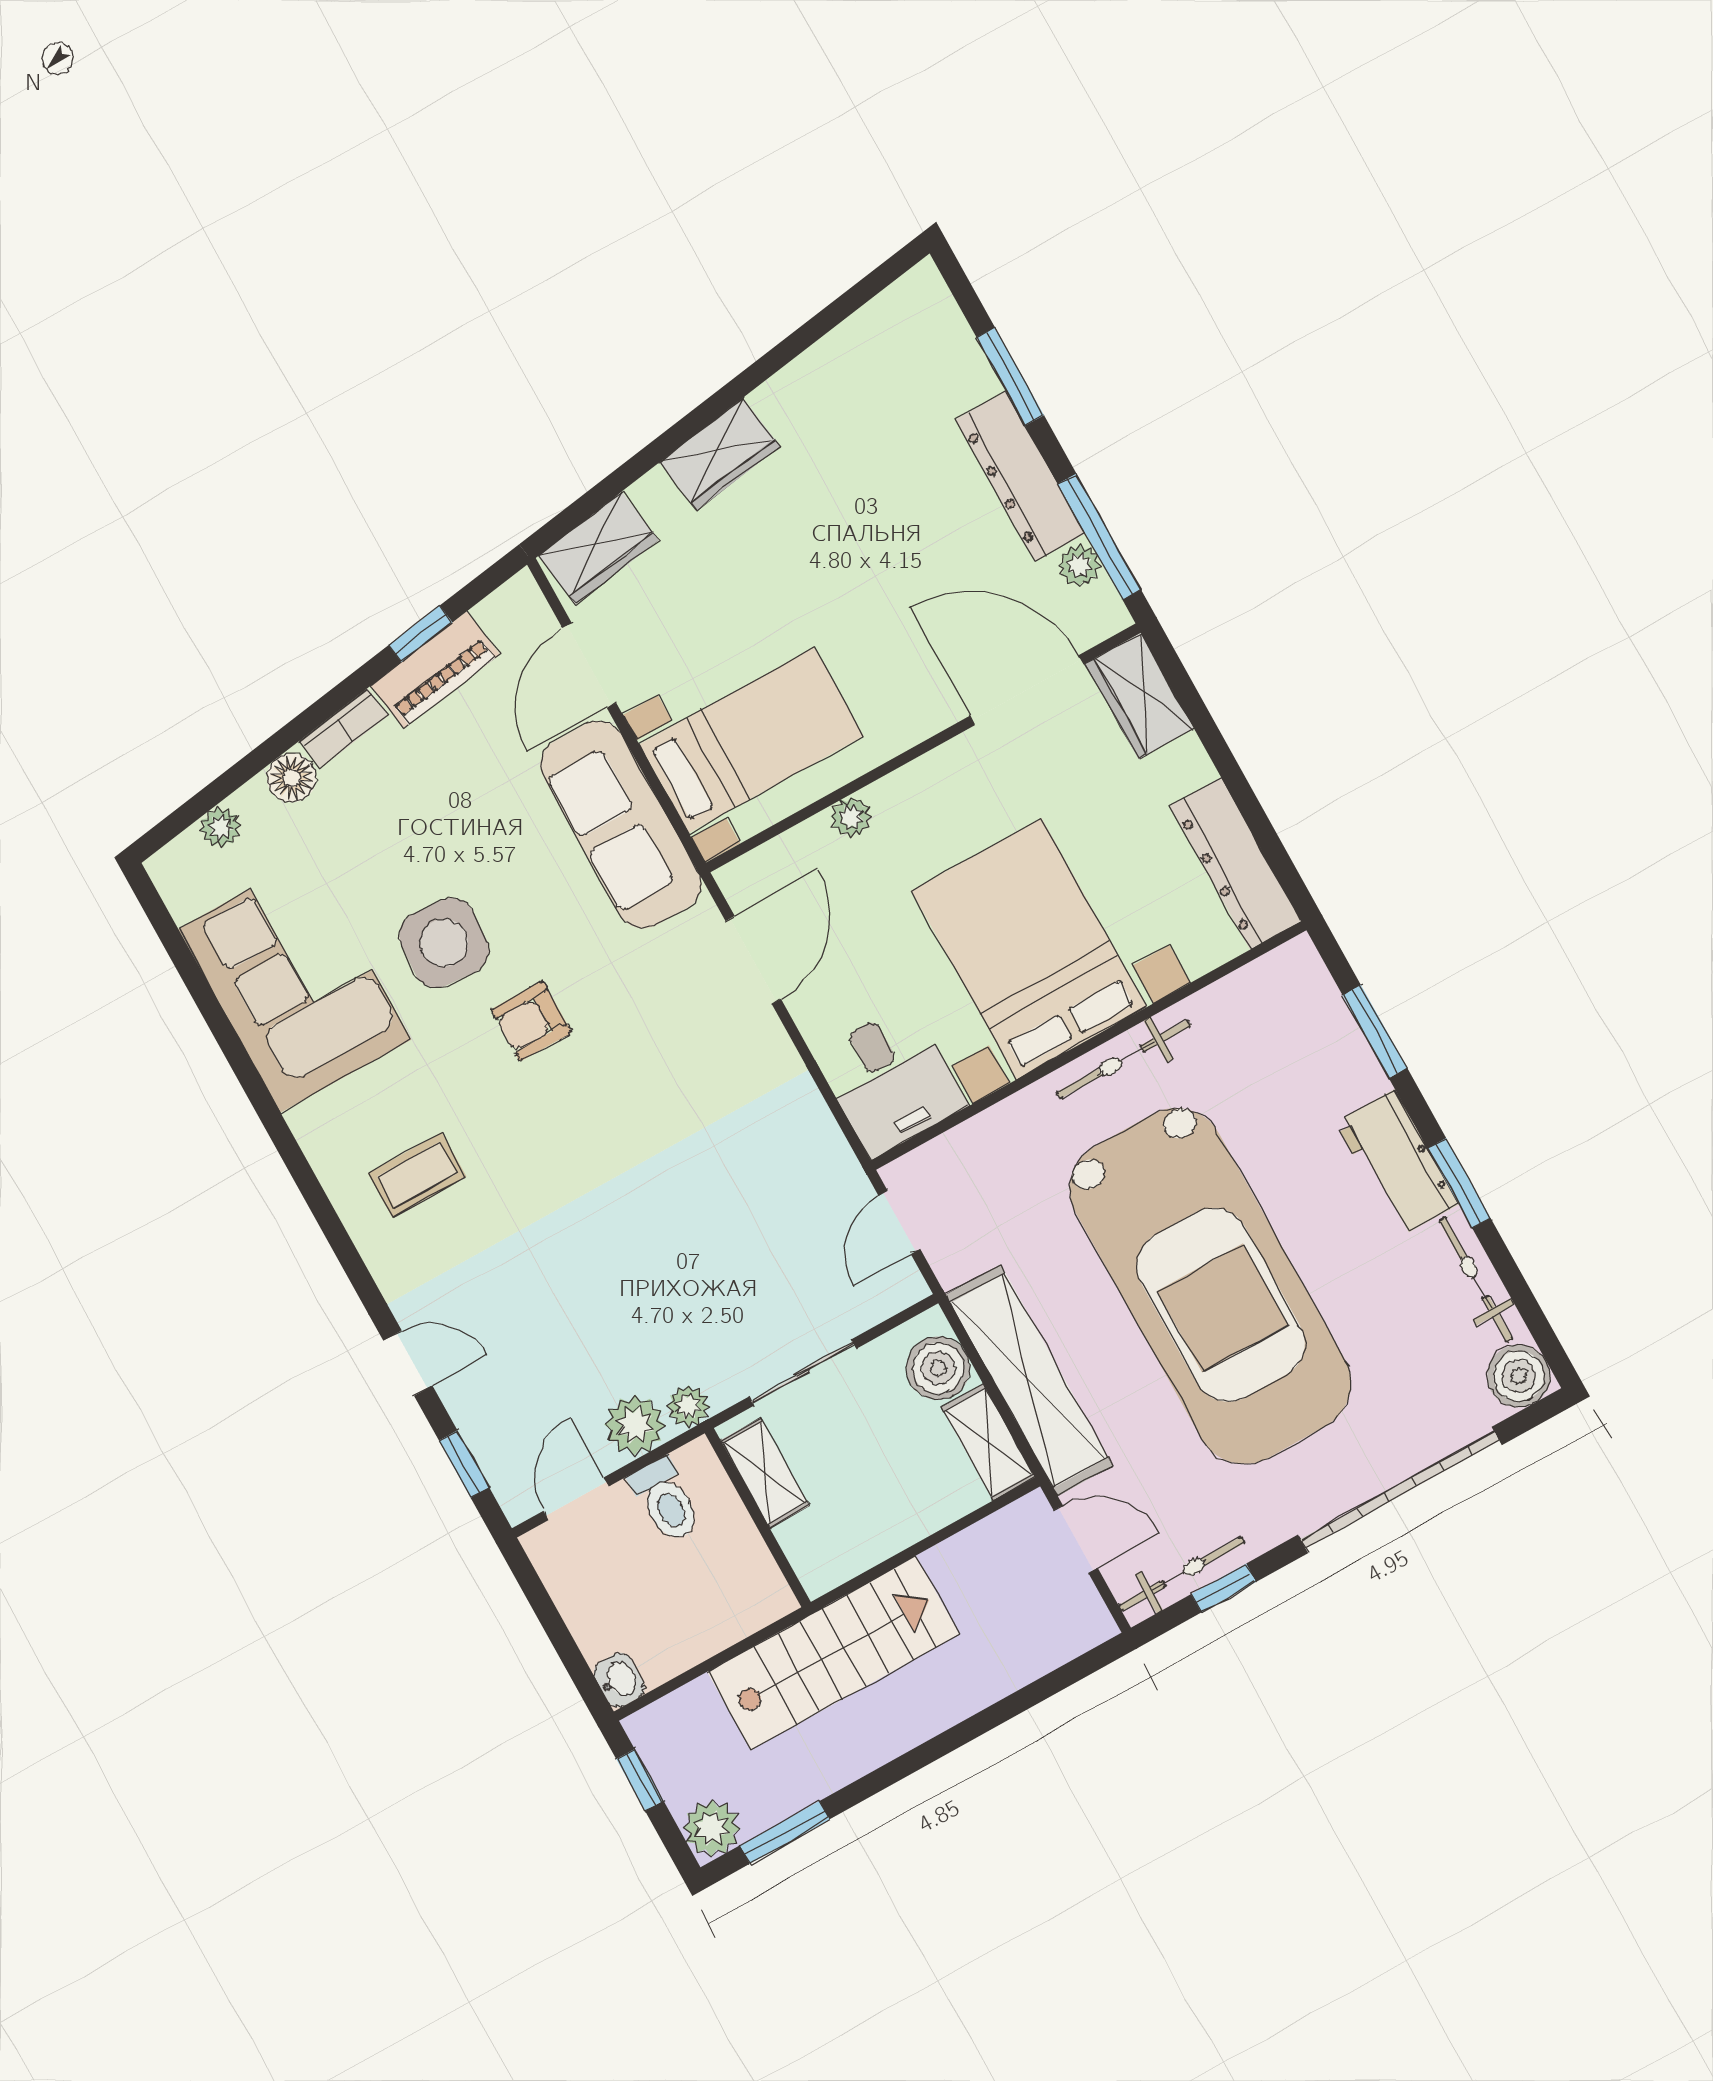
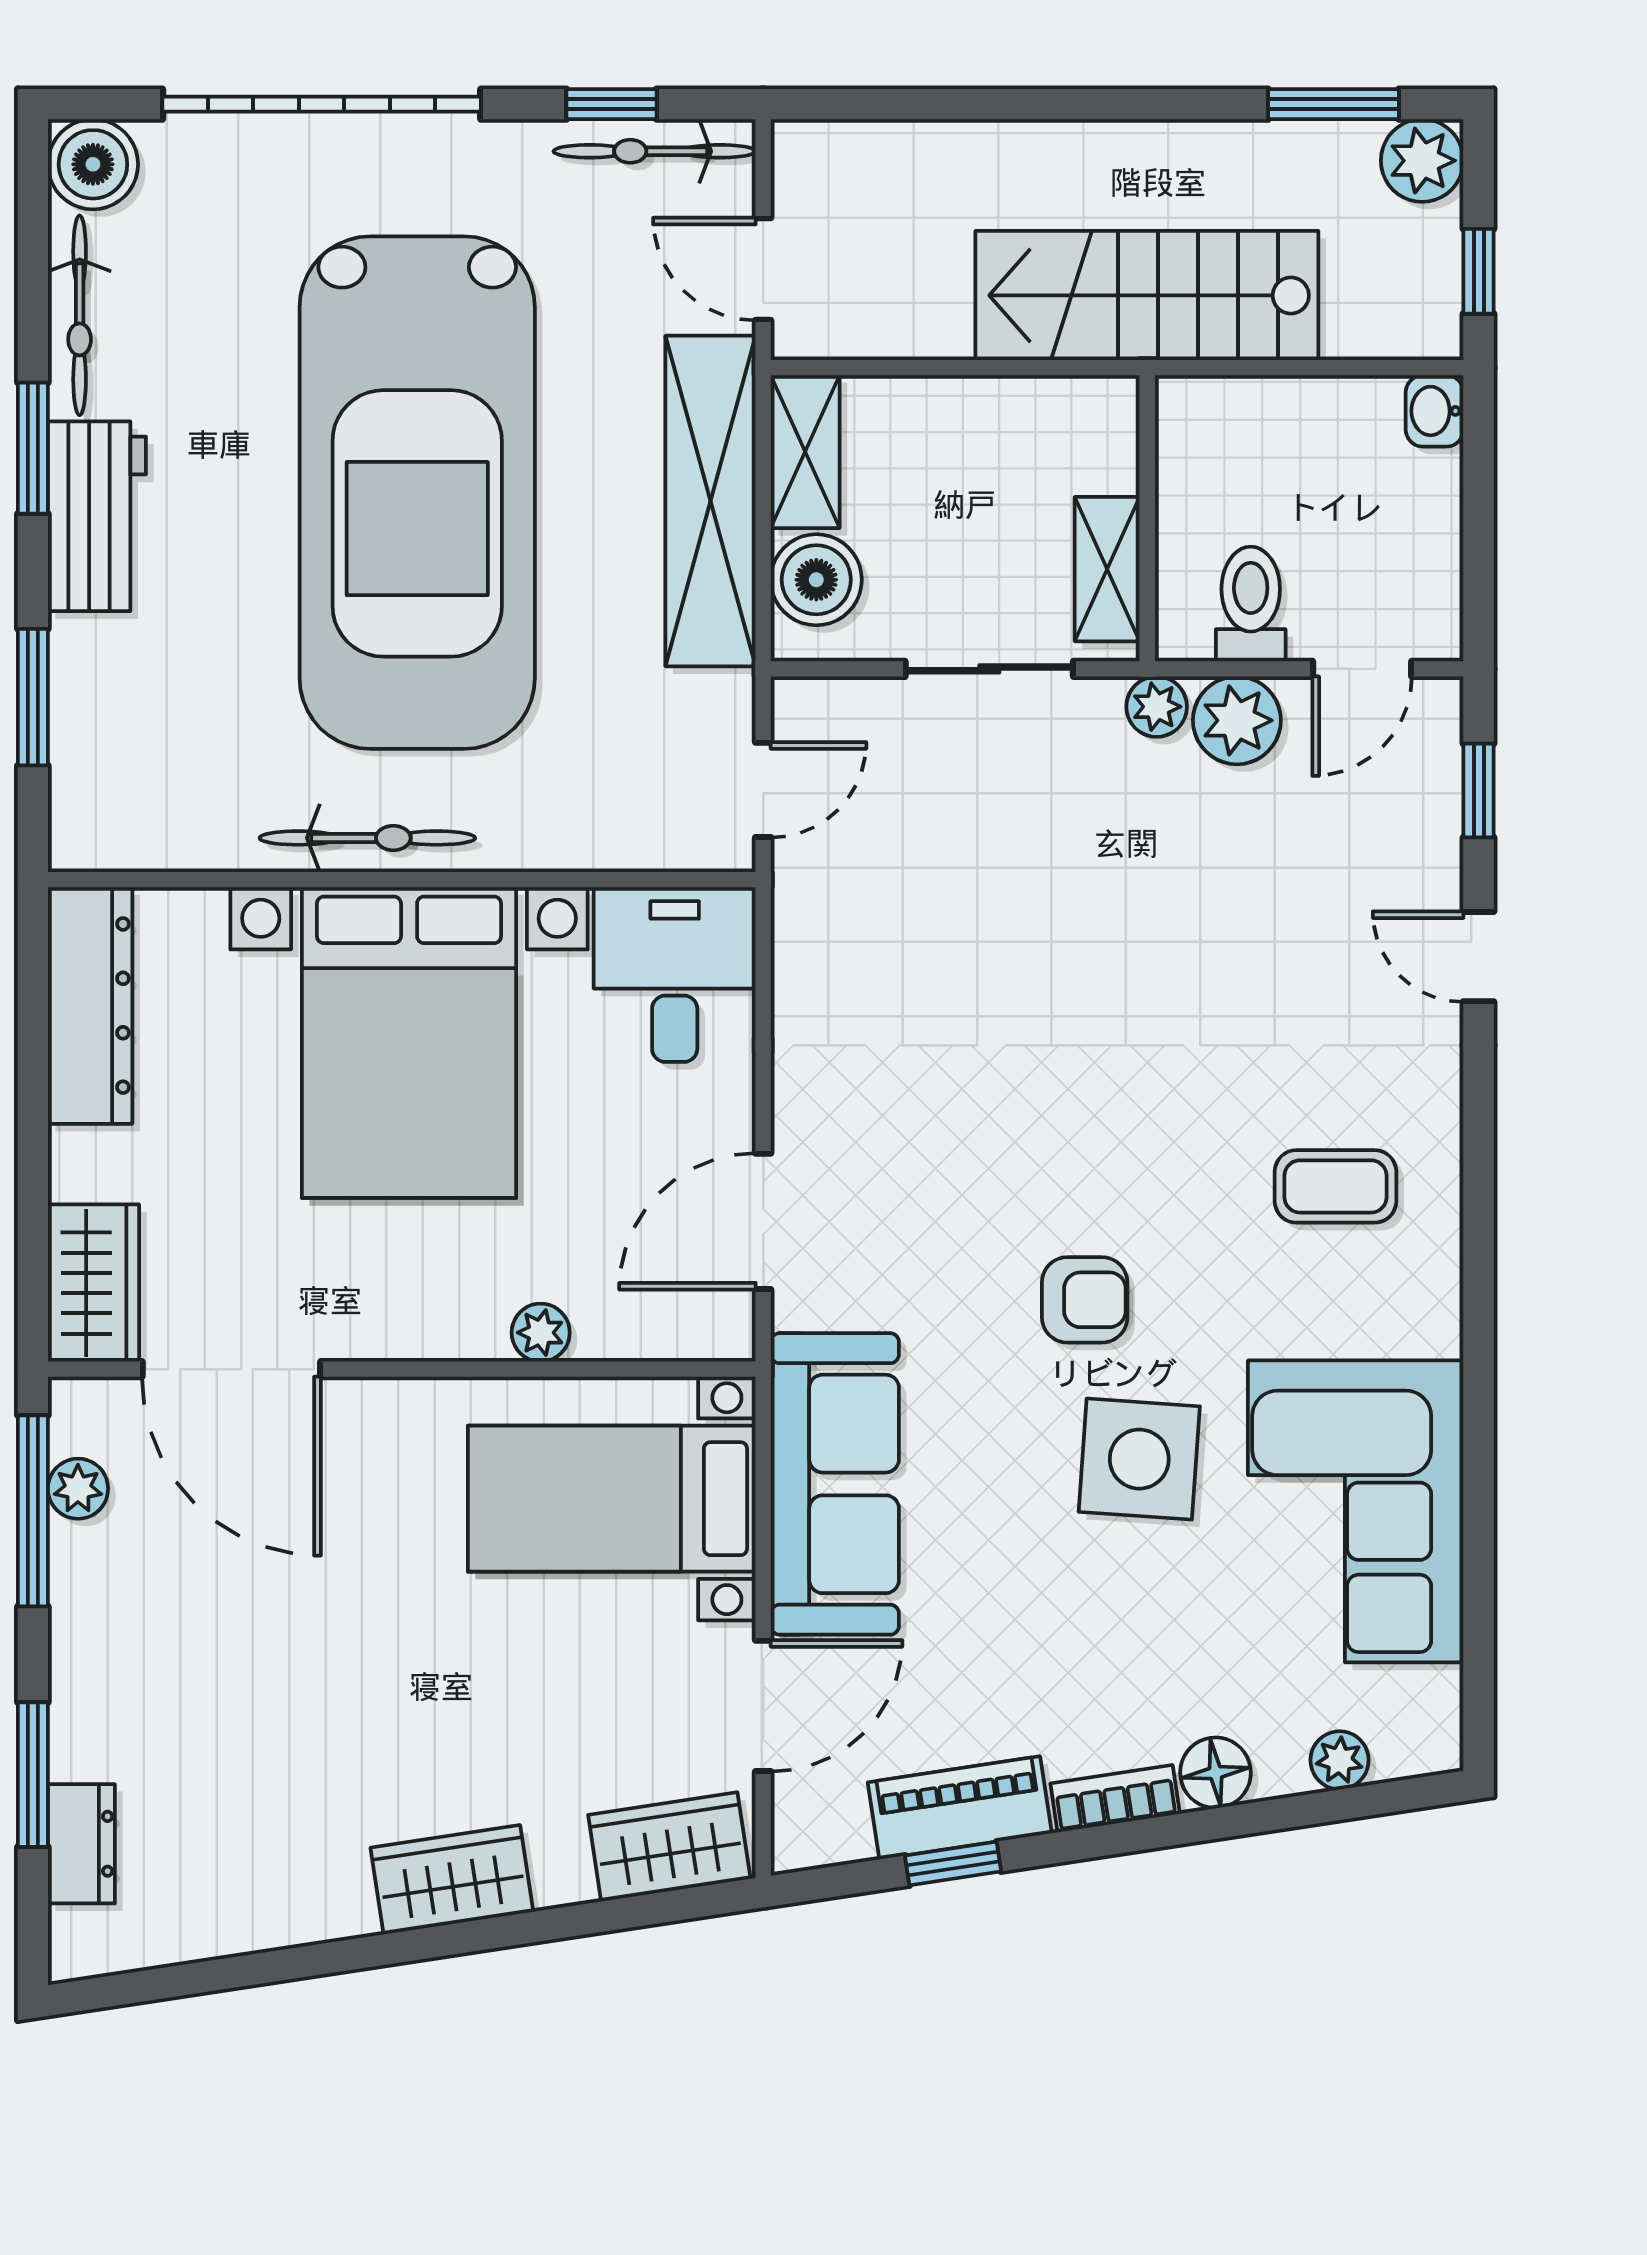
dresser: (1021, 476) -> (81, 1844), moved, width x0.51, depth x0.80
car: (1210, 1286) -> (417, 493), turned 180

